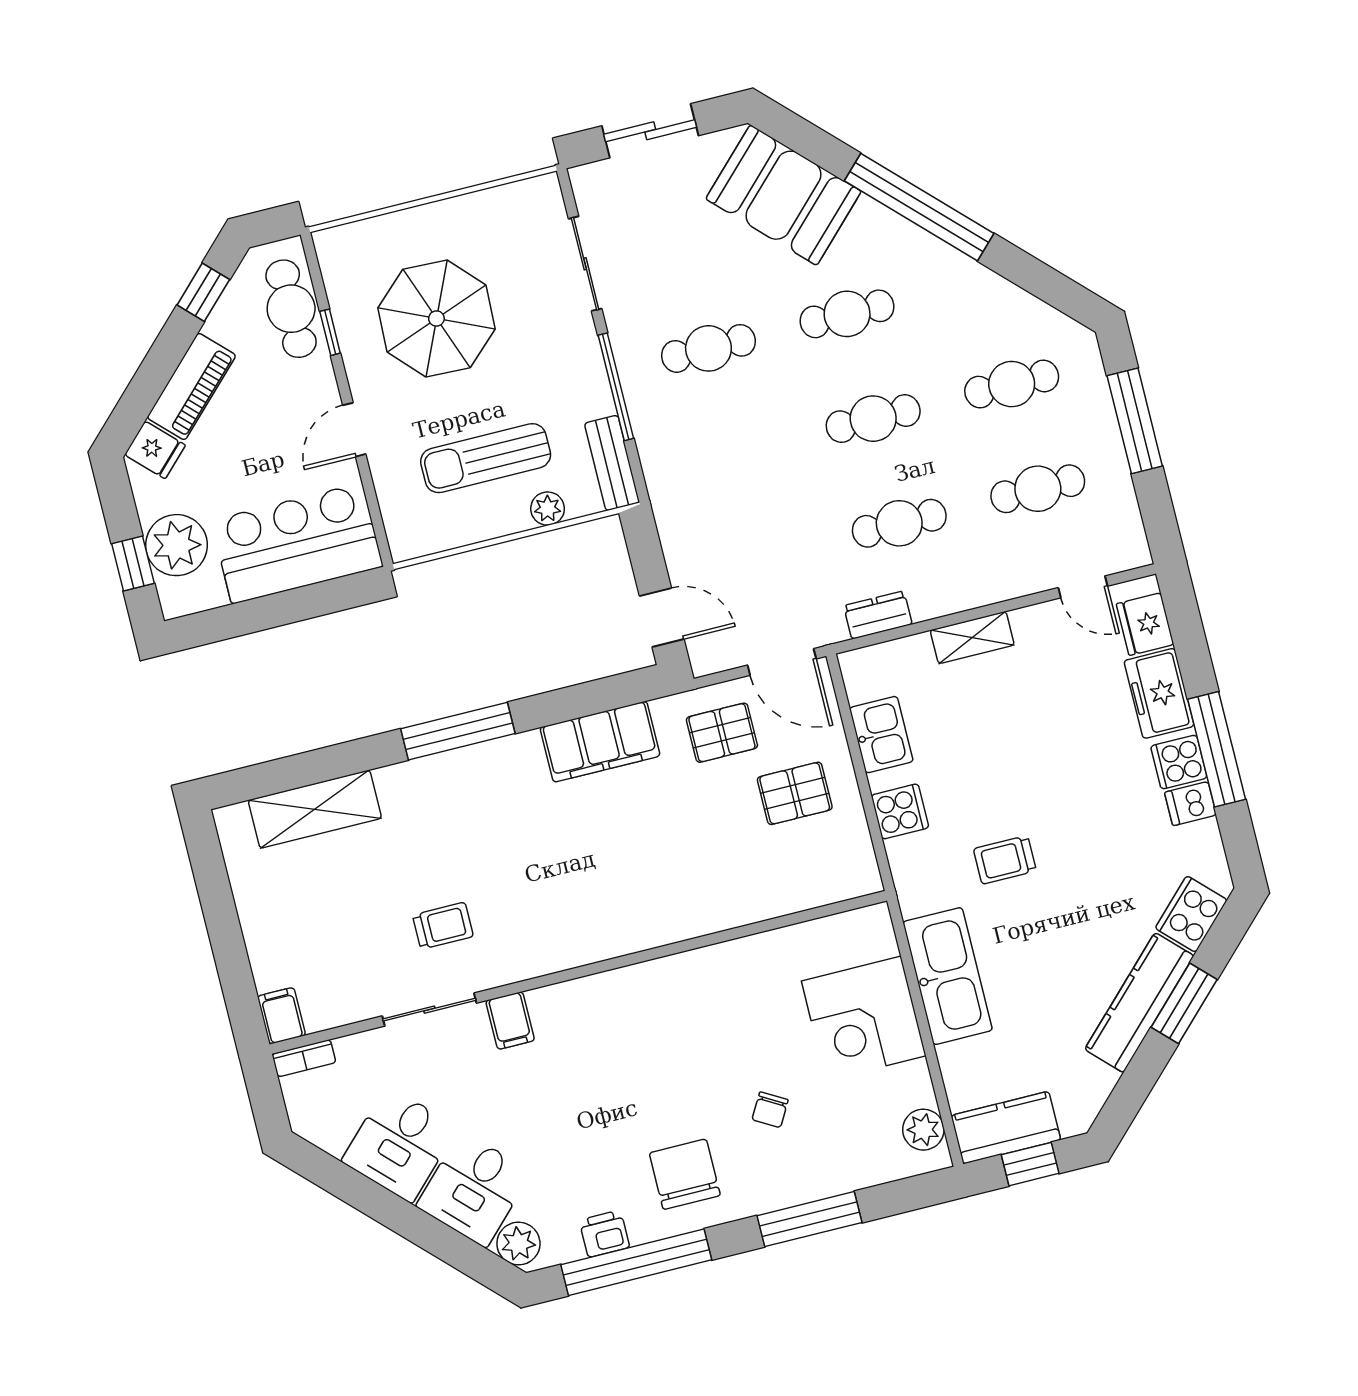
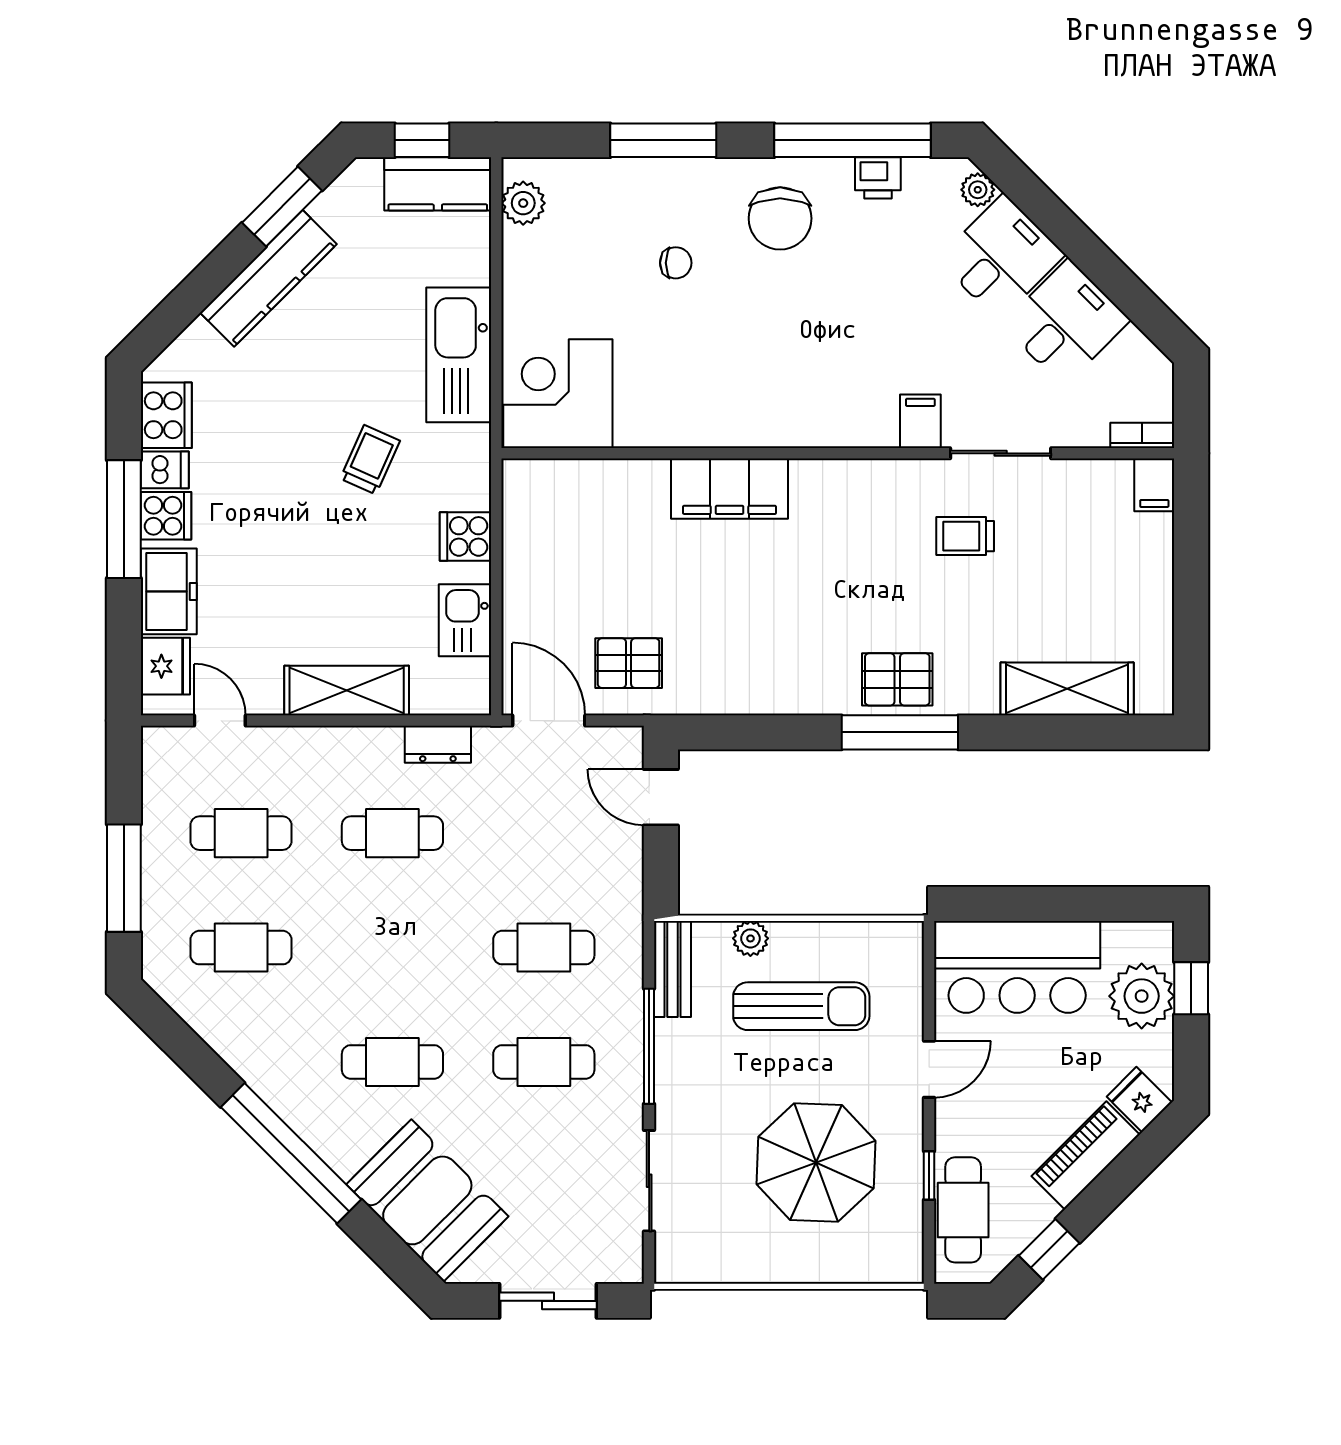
cafe table: (873, 419) -> (544, 948), moved
shelving: (972, 638) -> (347, 691), width x1.50, depth x1.33
filing cabinet: (600, 742) -> (730, 489), moved, turned 180
pallet: (795, 793) -> (897, 679), moved
trolley: (1005, 860) -> (370, 460), turned -66
cooker: (1191, 914) -> (166, 415), moved, turned -45
window: (1184, 1003) -> (282, 207), moved
corner desk: (864, 1018) -> (558, 394), moved, turned -90
chair: (770, 1110) -> (676, 263), turned 60
plant: (518, 1244) -> (978, 190), width x0.73, depth x0.73

